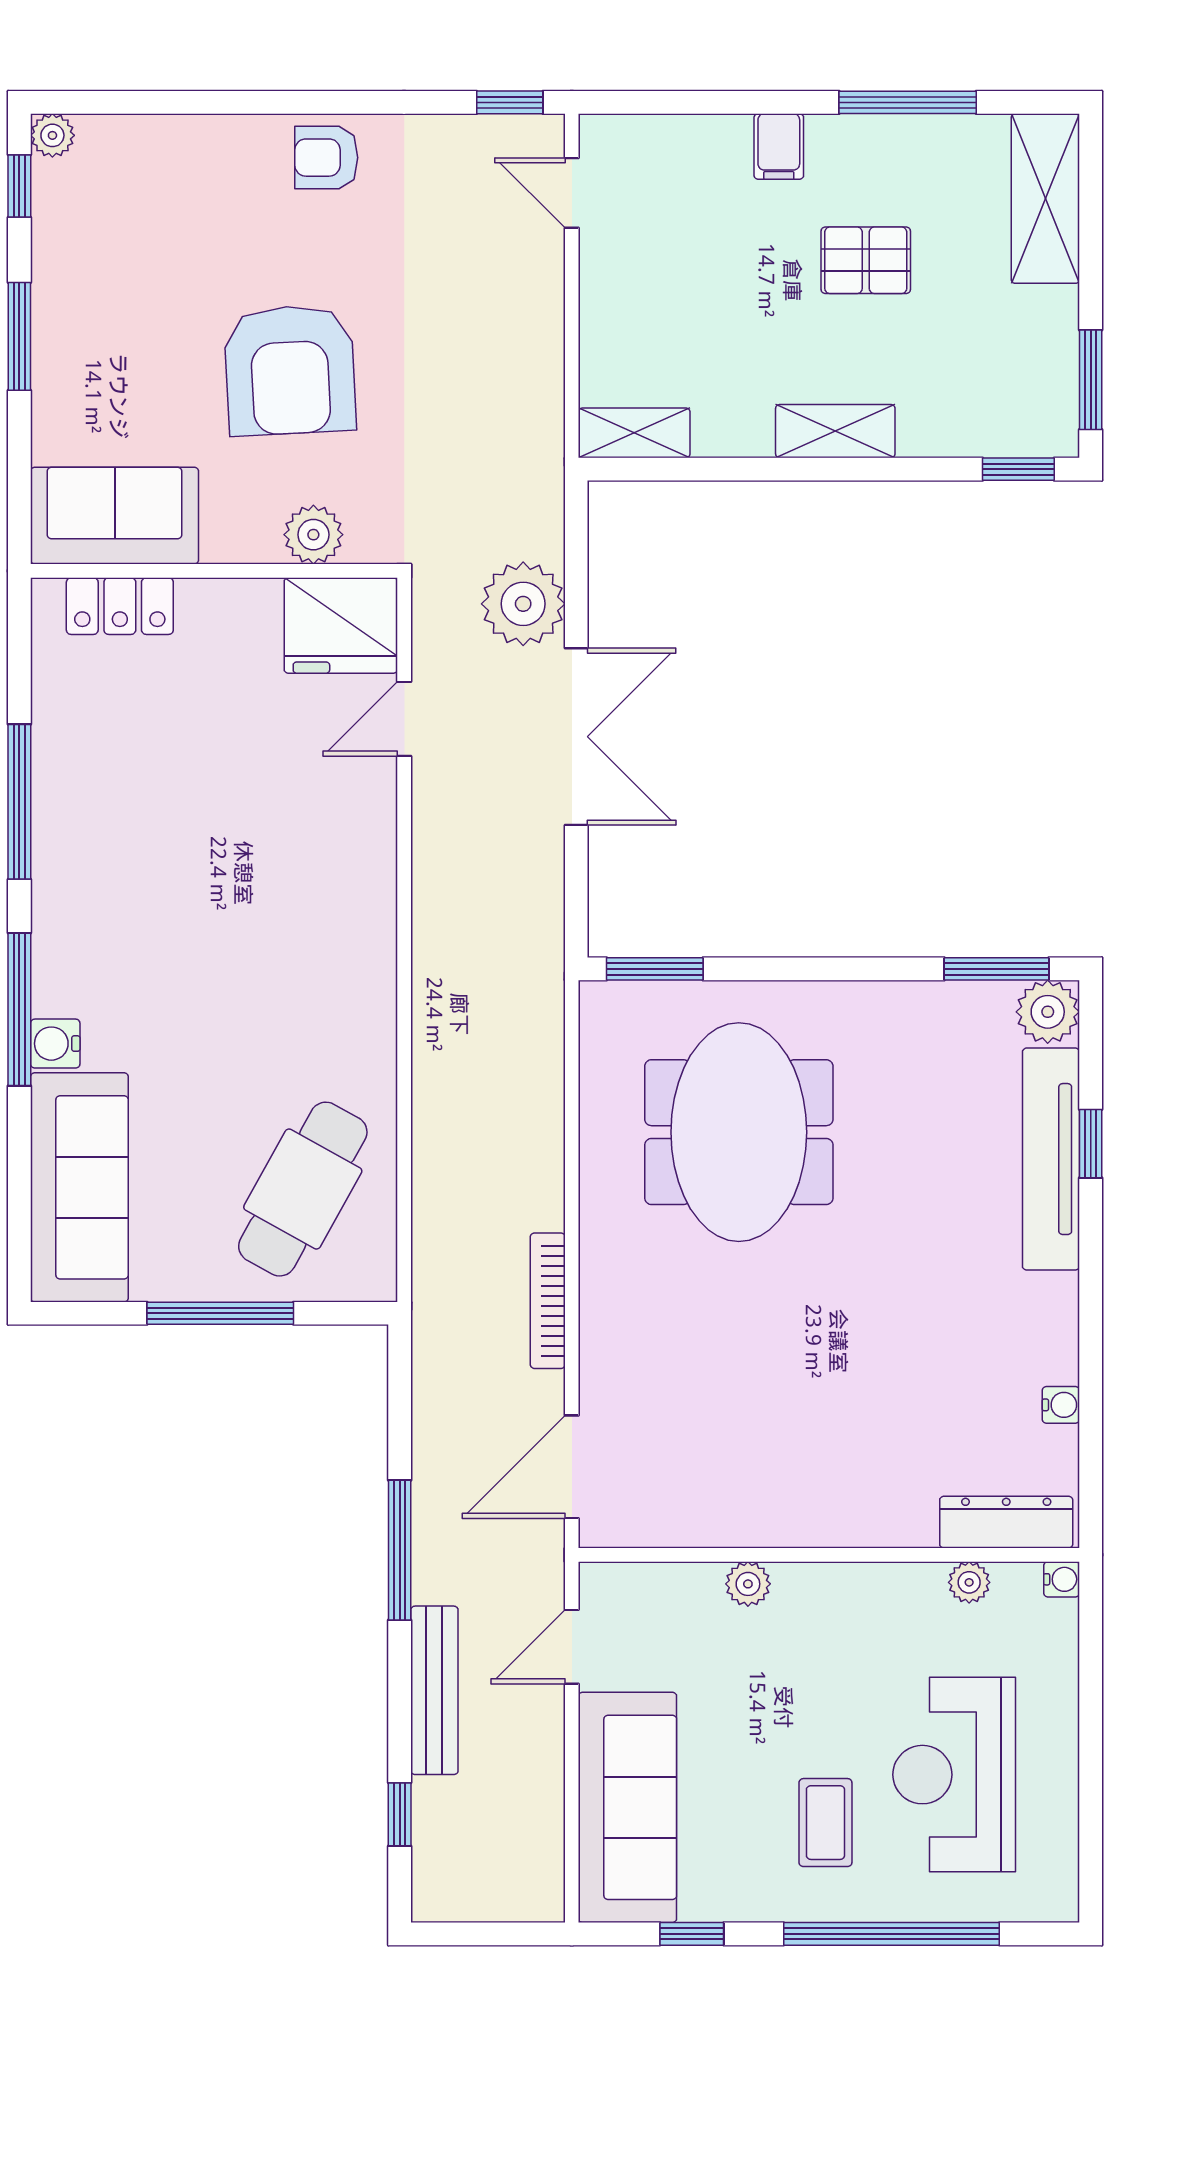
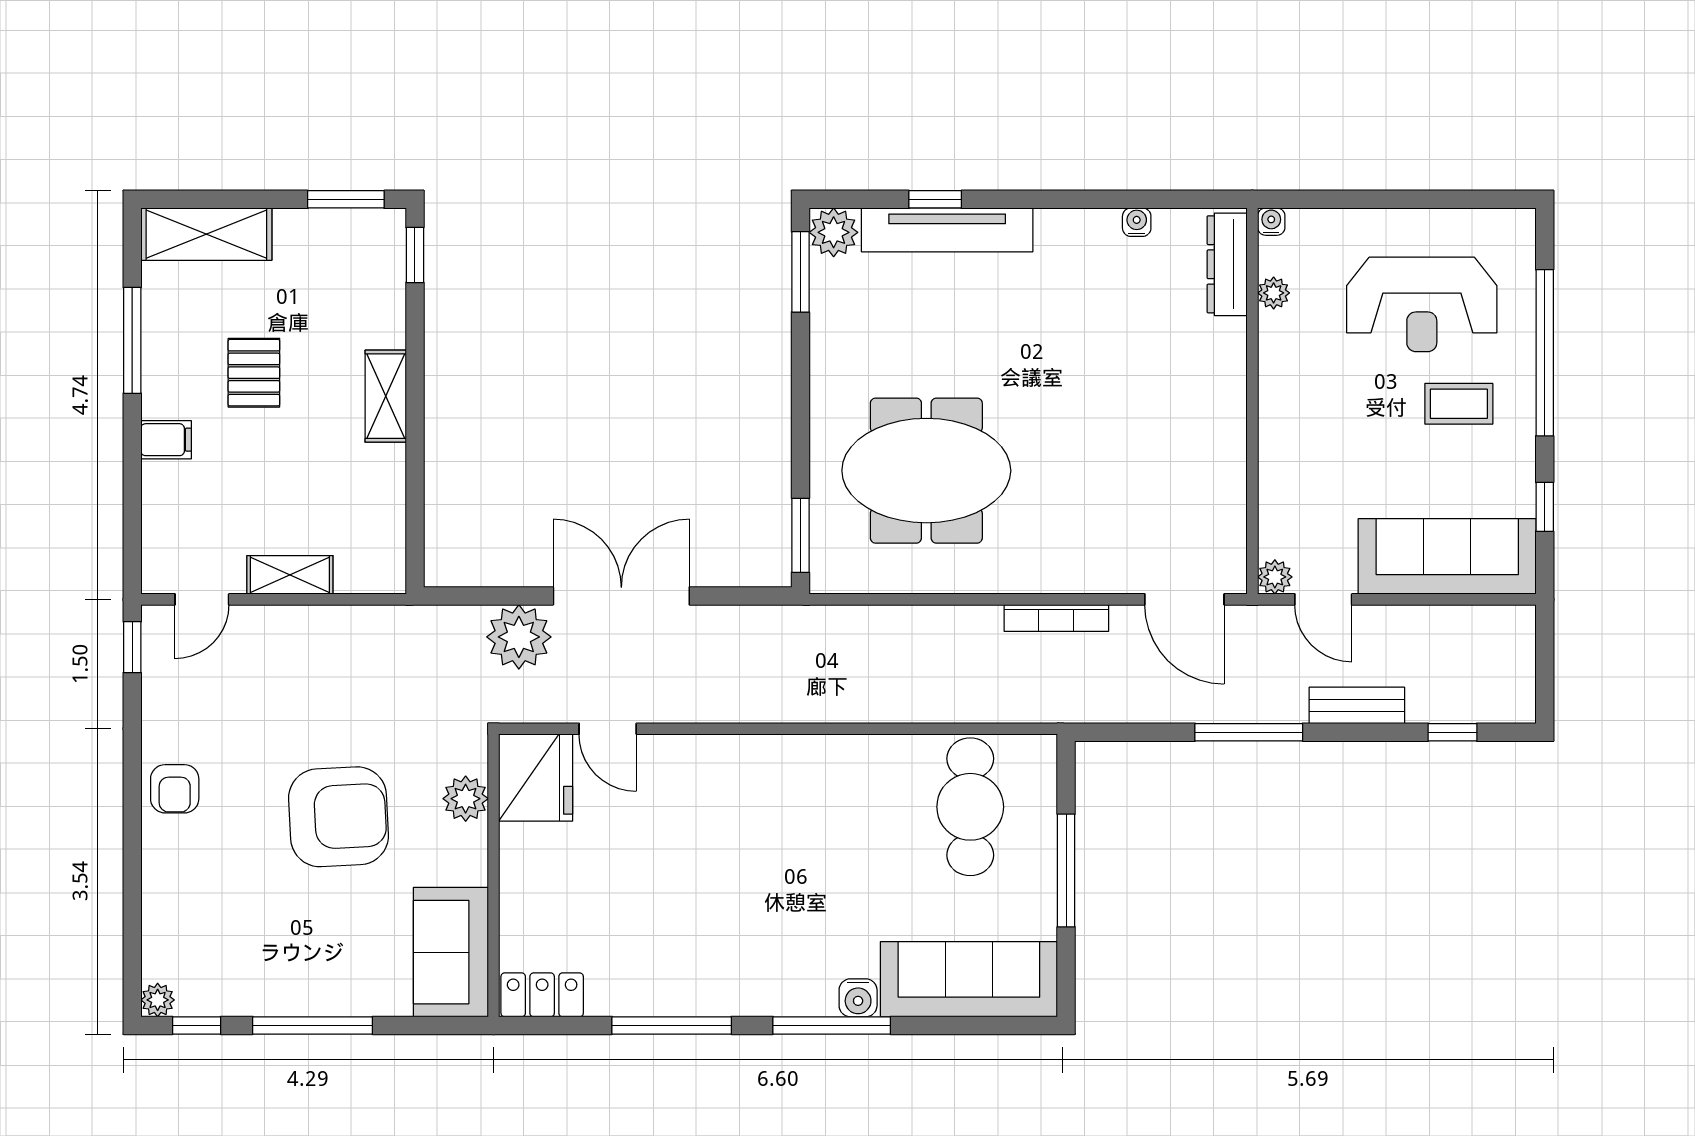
window: (19, 336) -> (313, 1025), width x1.44
shelving: (634, 433) -> (290, 575), moved, turned 90
locker: (120, 606) -> (542, 995), moved, turned -90
cafe table: (303, 1189) -> (970, 807), turned 61
plant: (748, 1584) -> (1275, 577), moved
bench: (434, 1690) -> (1357, 705), width x0.73

